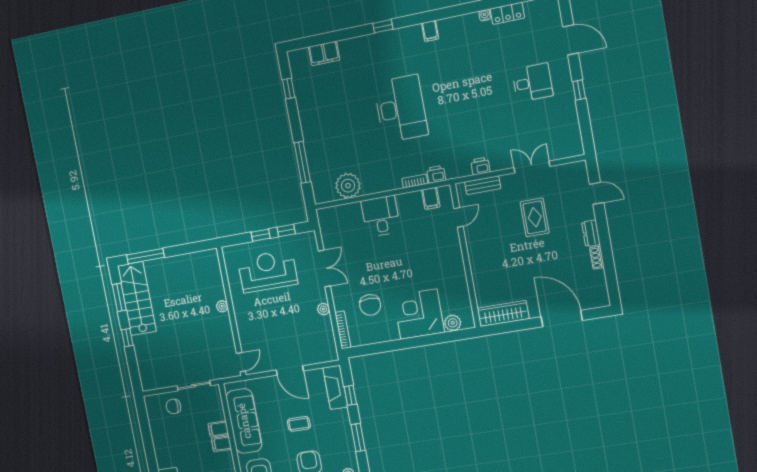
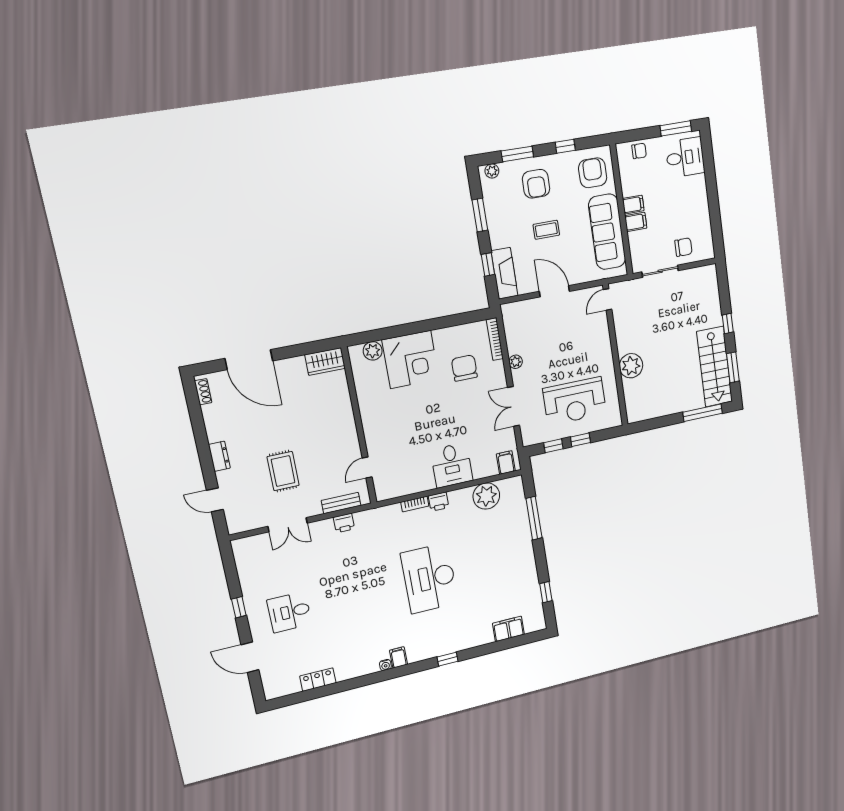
water cooler: (485, 15) -> (385, 665), moved
printer: (436, 174) -> (439, 502), moved
filing cabinet: (431, 198) -> (506, 462), moved
shoe rack: (597, 258) -> (203, 392), moved
plant: (222, 306) -> (631, 366), width x1.88, depth x1.88
wardrobe: (503, 313) -> (325, 361), width x0.67

